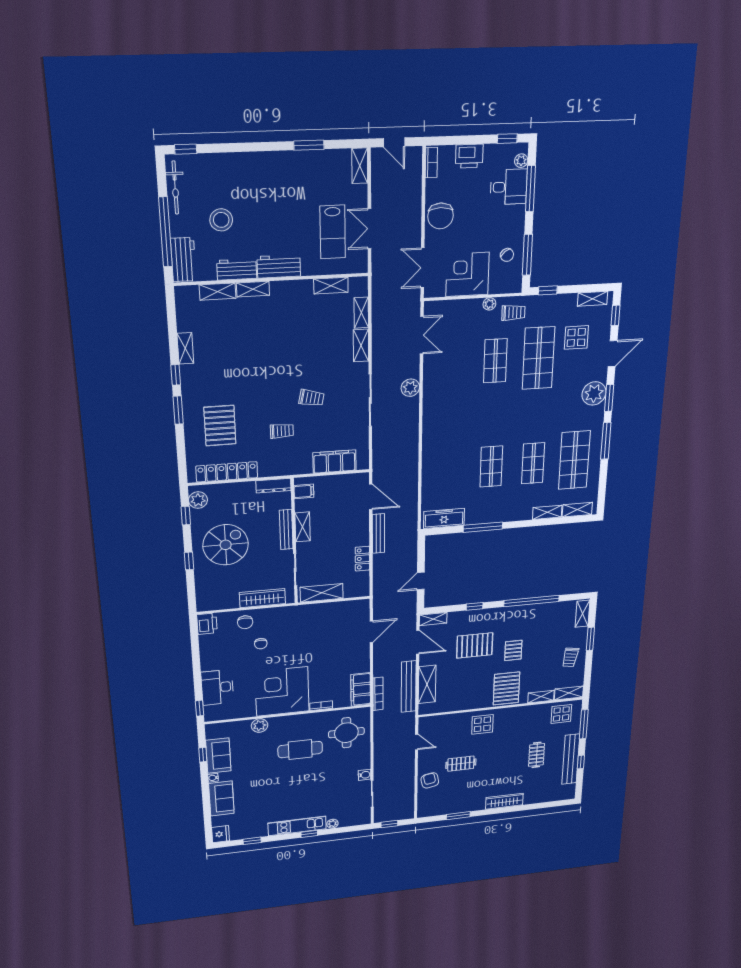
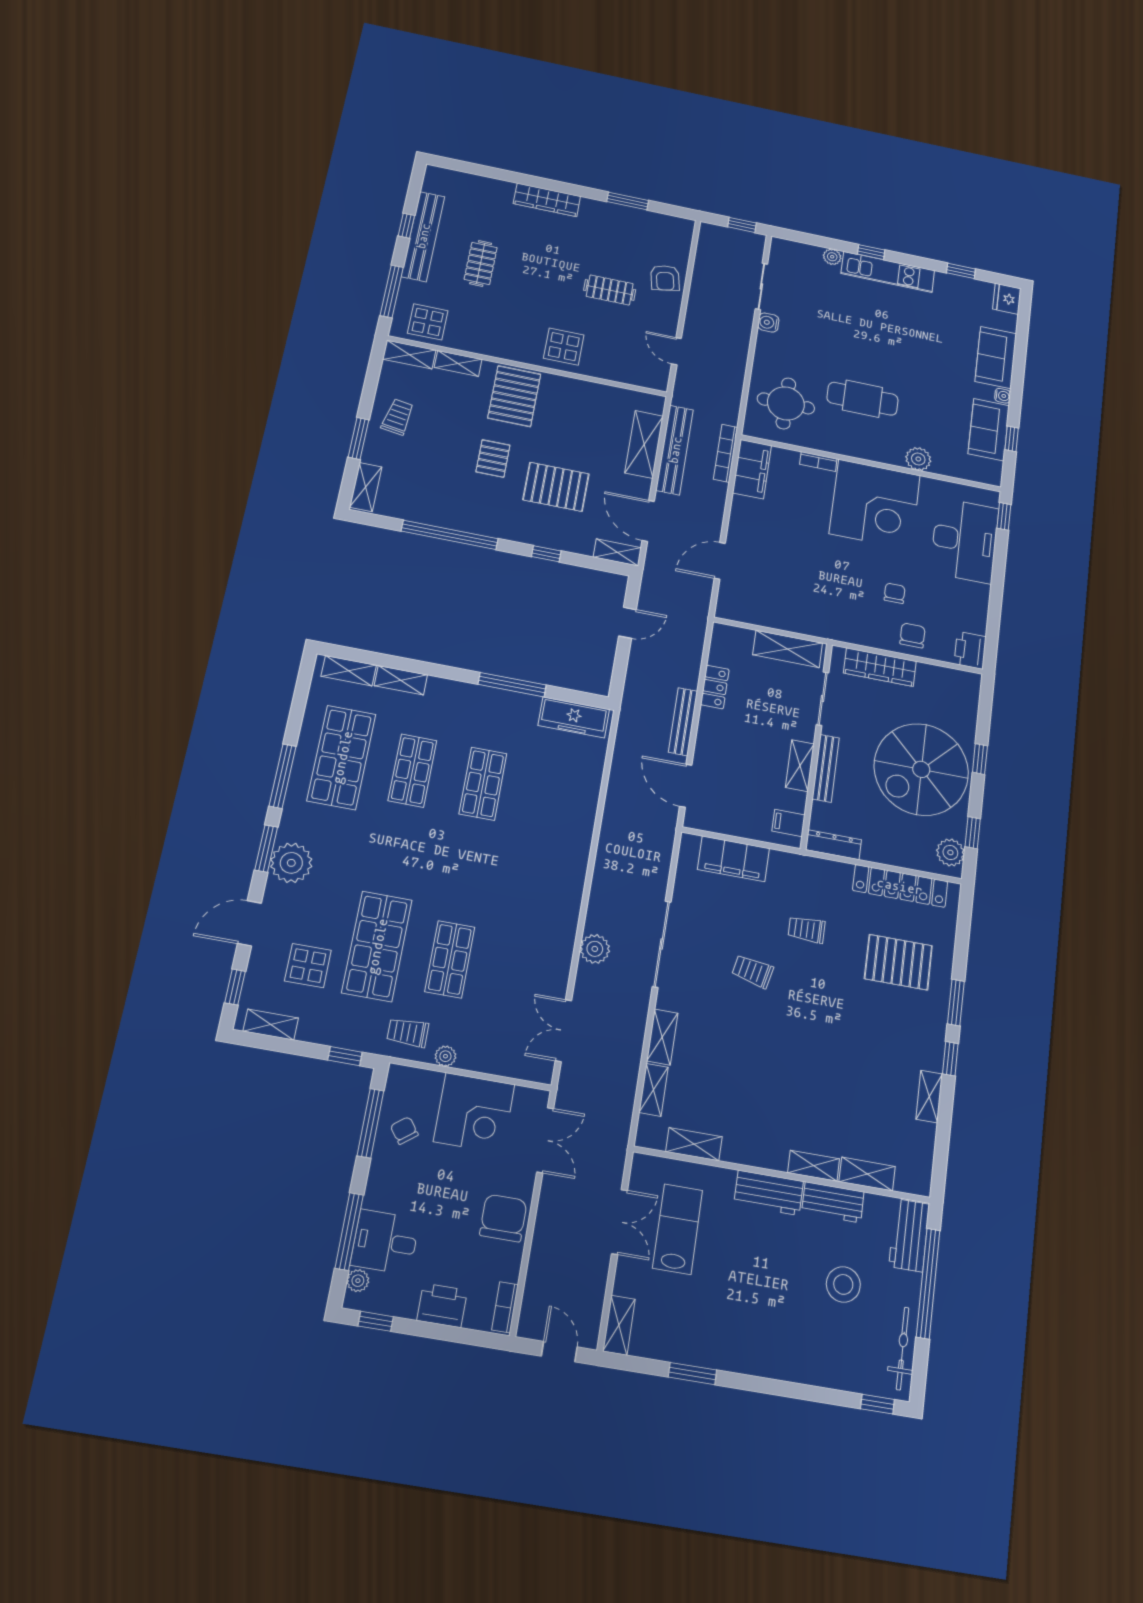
pallet: (220, 426) -> (898, 962), turned 90
spiral stairs: (226, 545) -> (921, 769), width x1.37, depth x1.37
desk: (217, 687) -> (965, 540), width x1.36, depth x1.30

